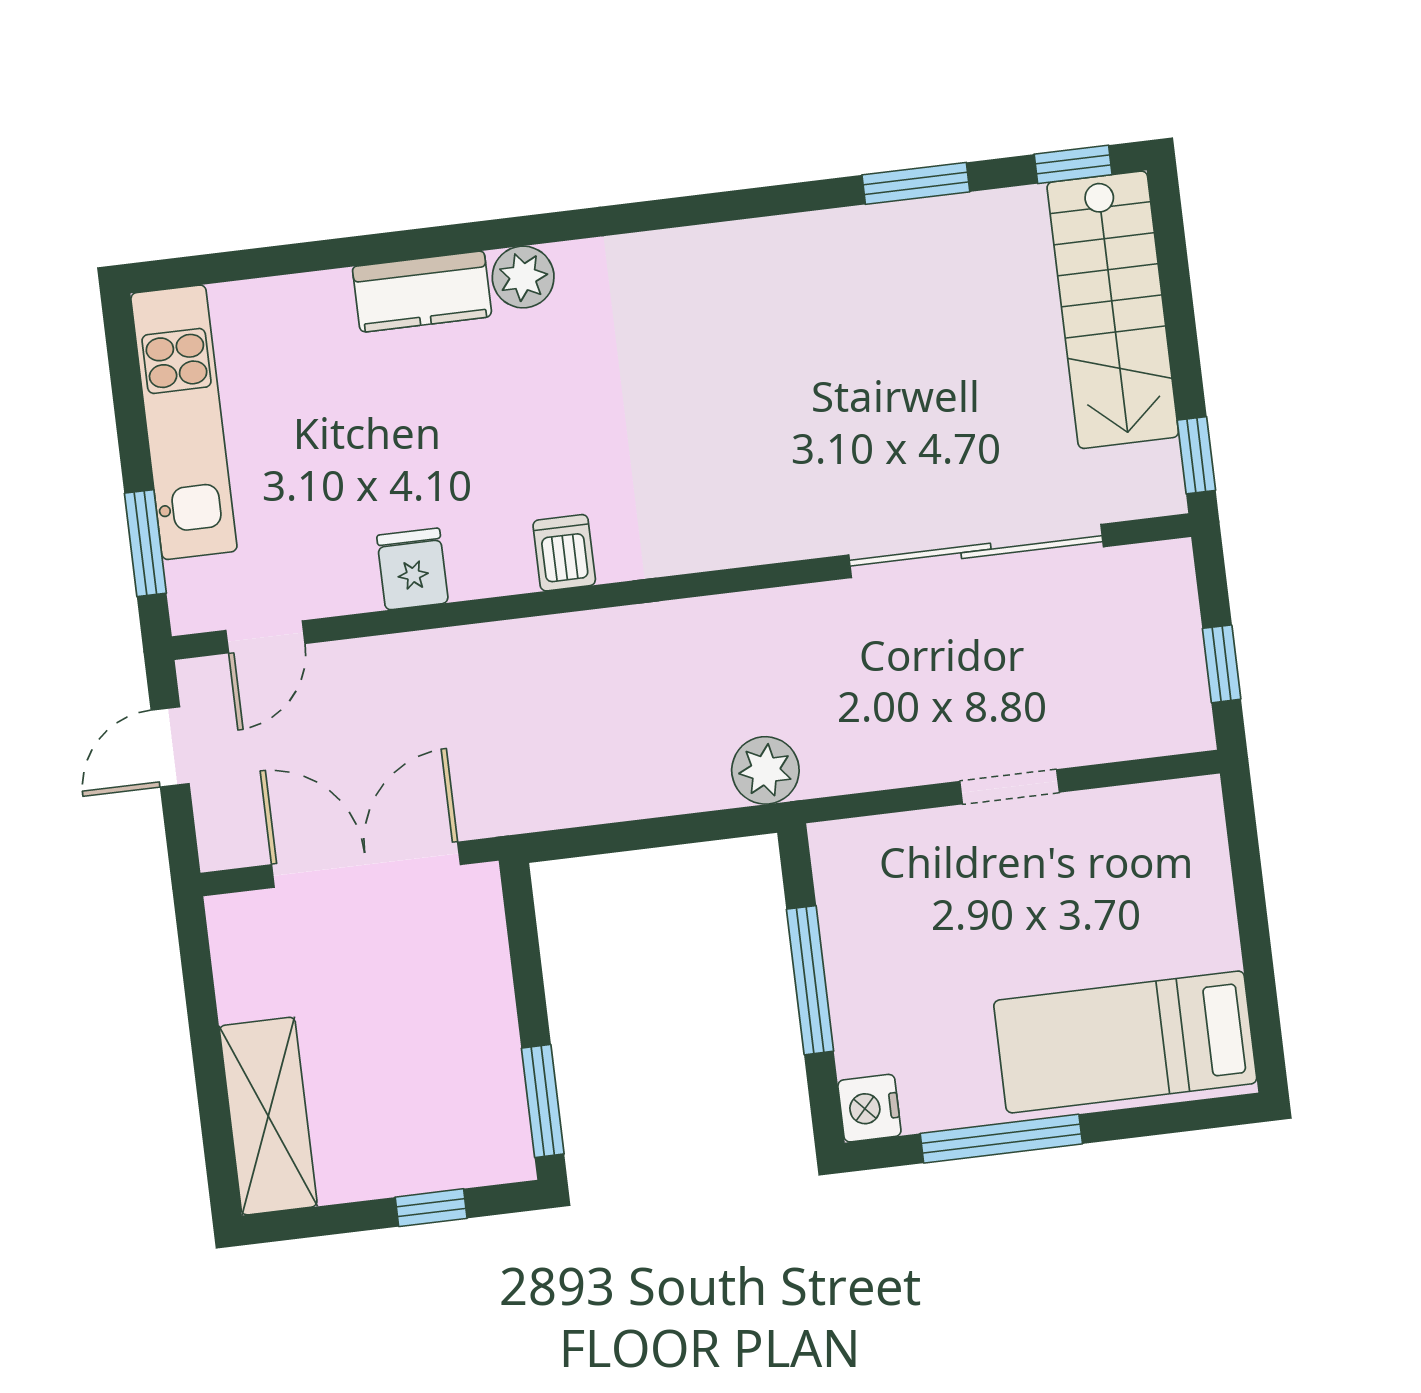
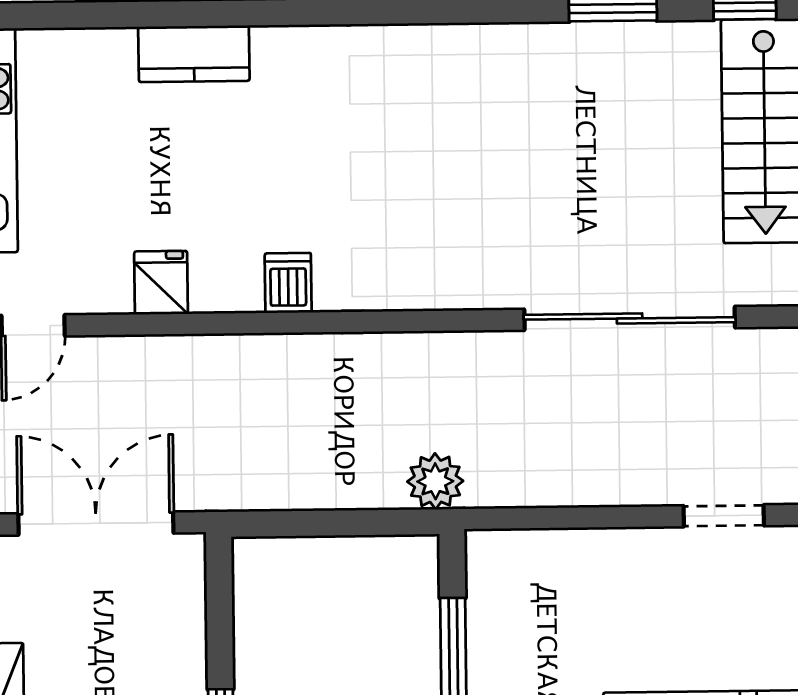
plant: (523, 277) -> (279, 51), removed
doorway: (1010, 787) -> (724, 516), moved

